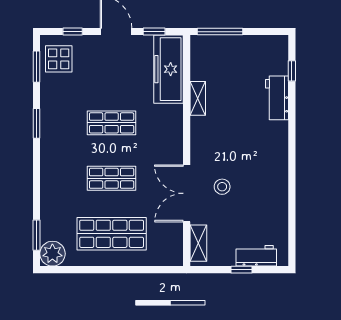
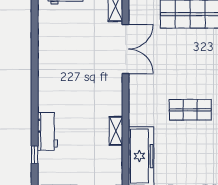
shop shelf: (112, 178) -> (190, 62), removed
stool: (222, 187) -> (95, 55), removed

